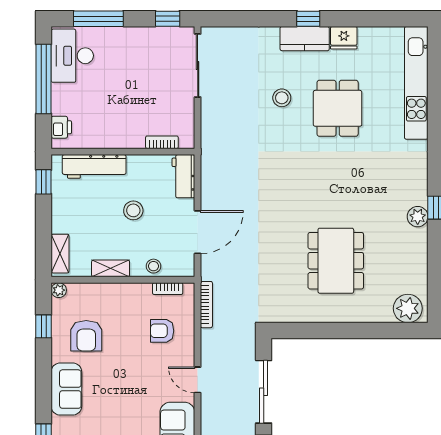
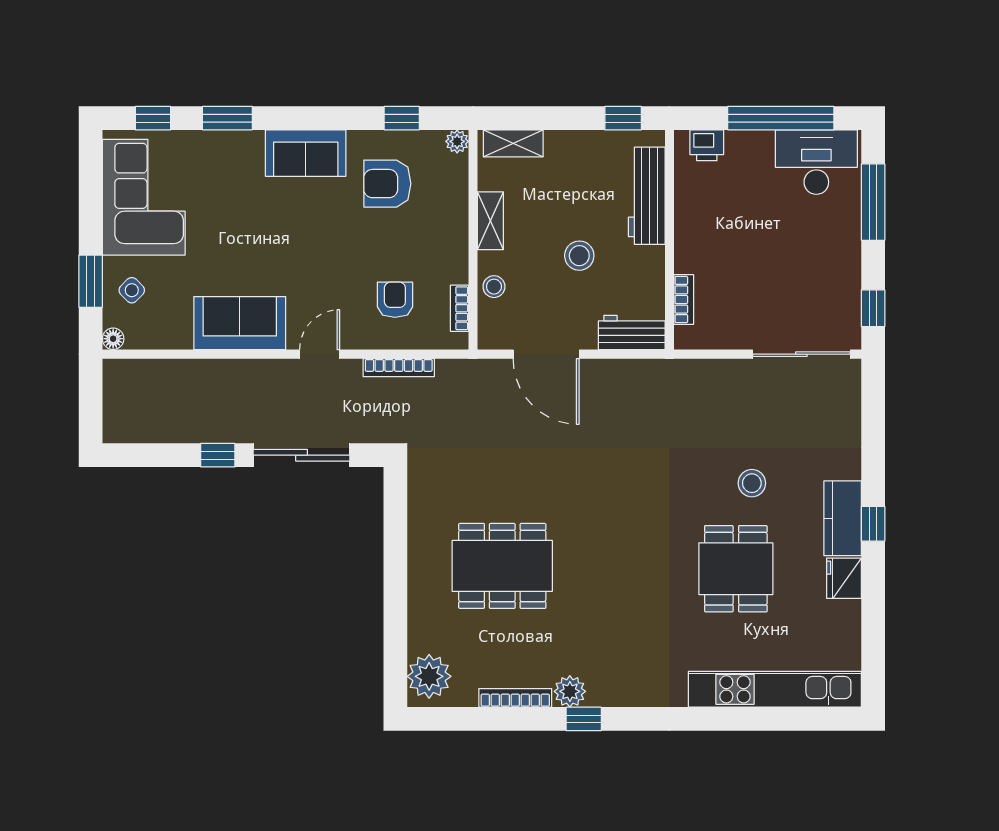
dining table: (338, 108) -> (736, 569), turned 90
bookcase: (422, 252) -> (515, 698), added
bookcase: (206, 305) -> (399, 368), moved

